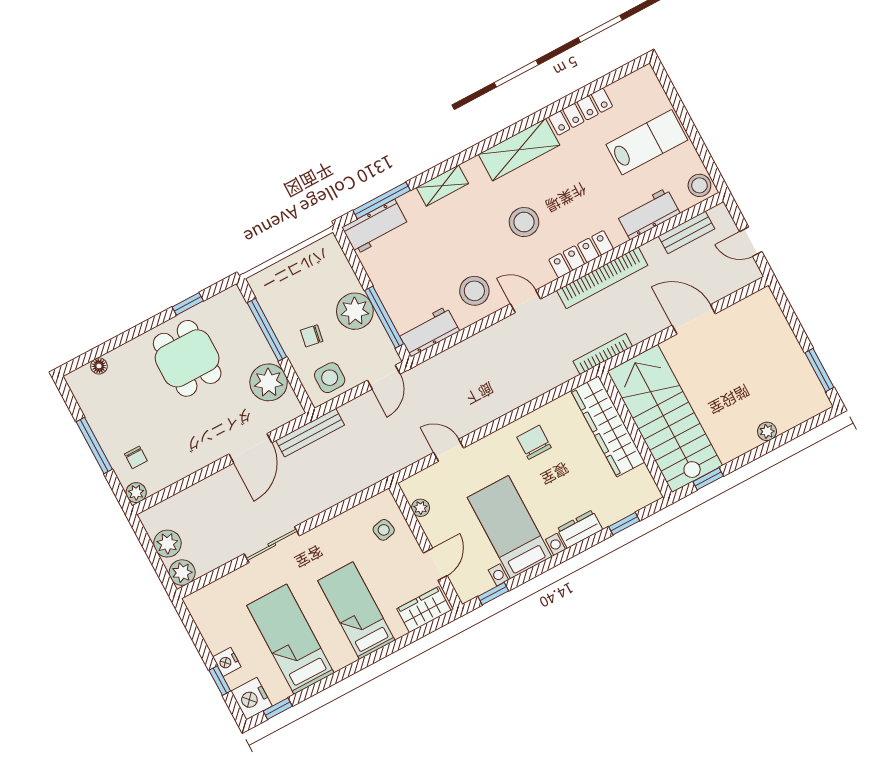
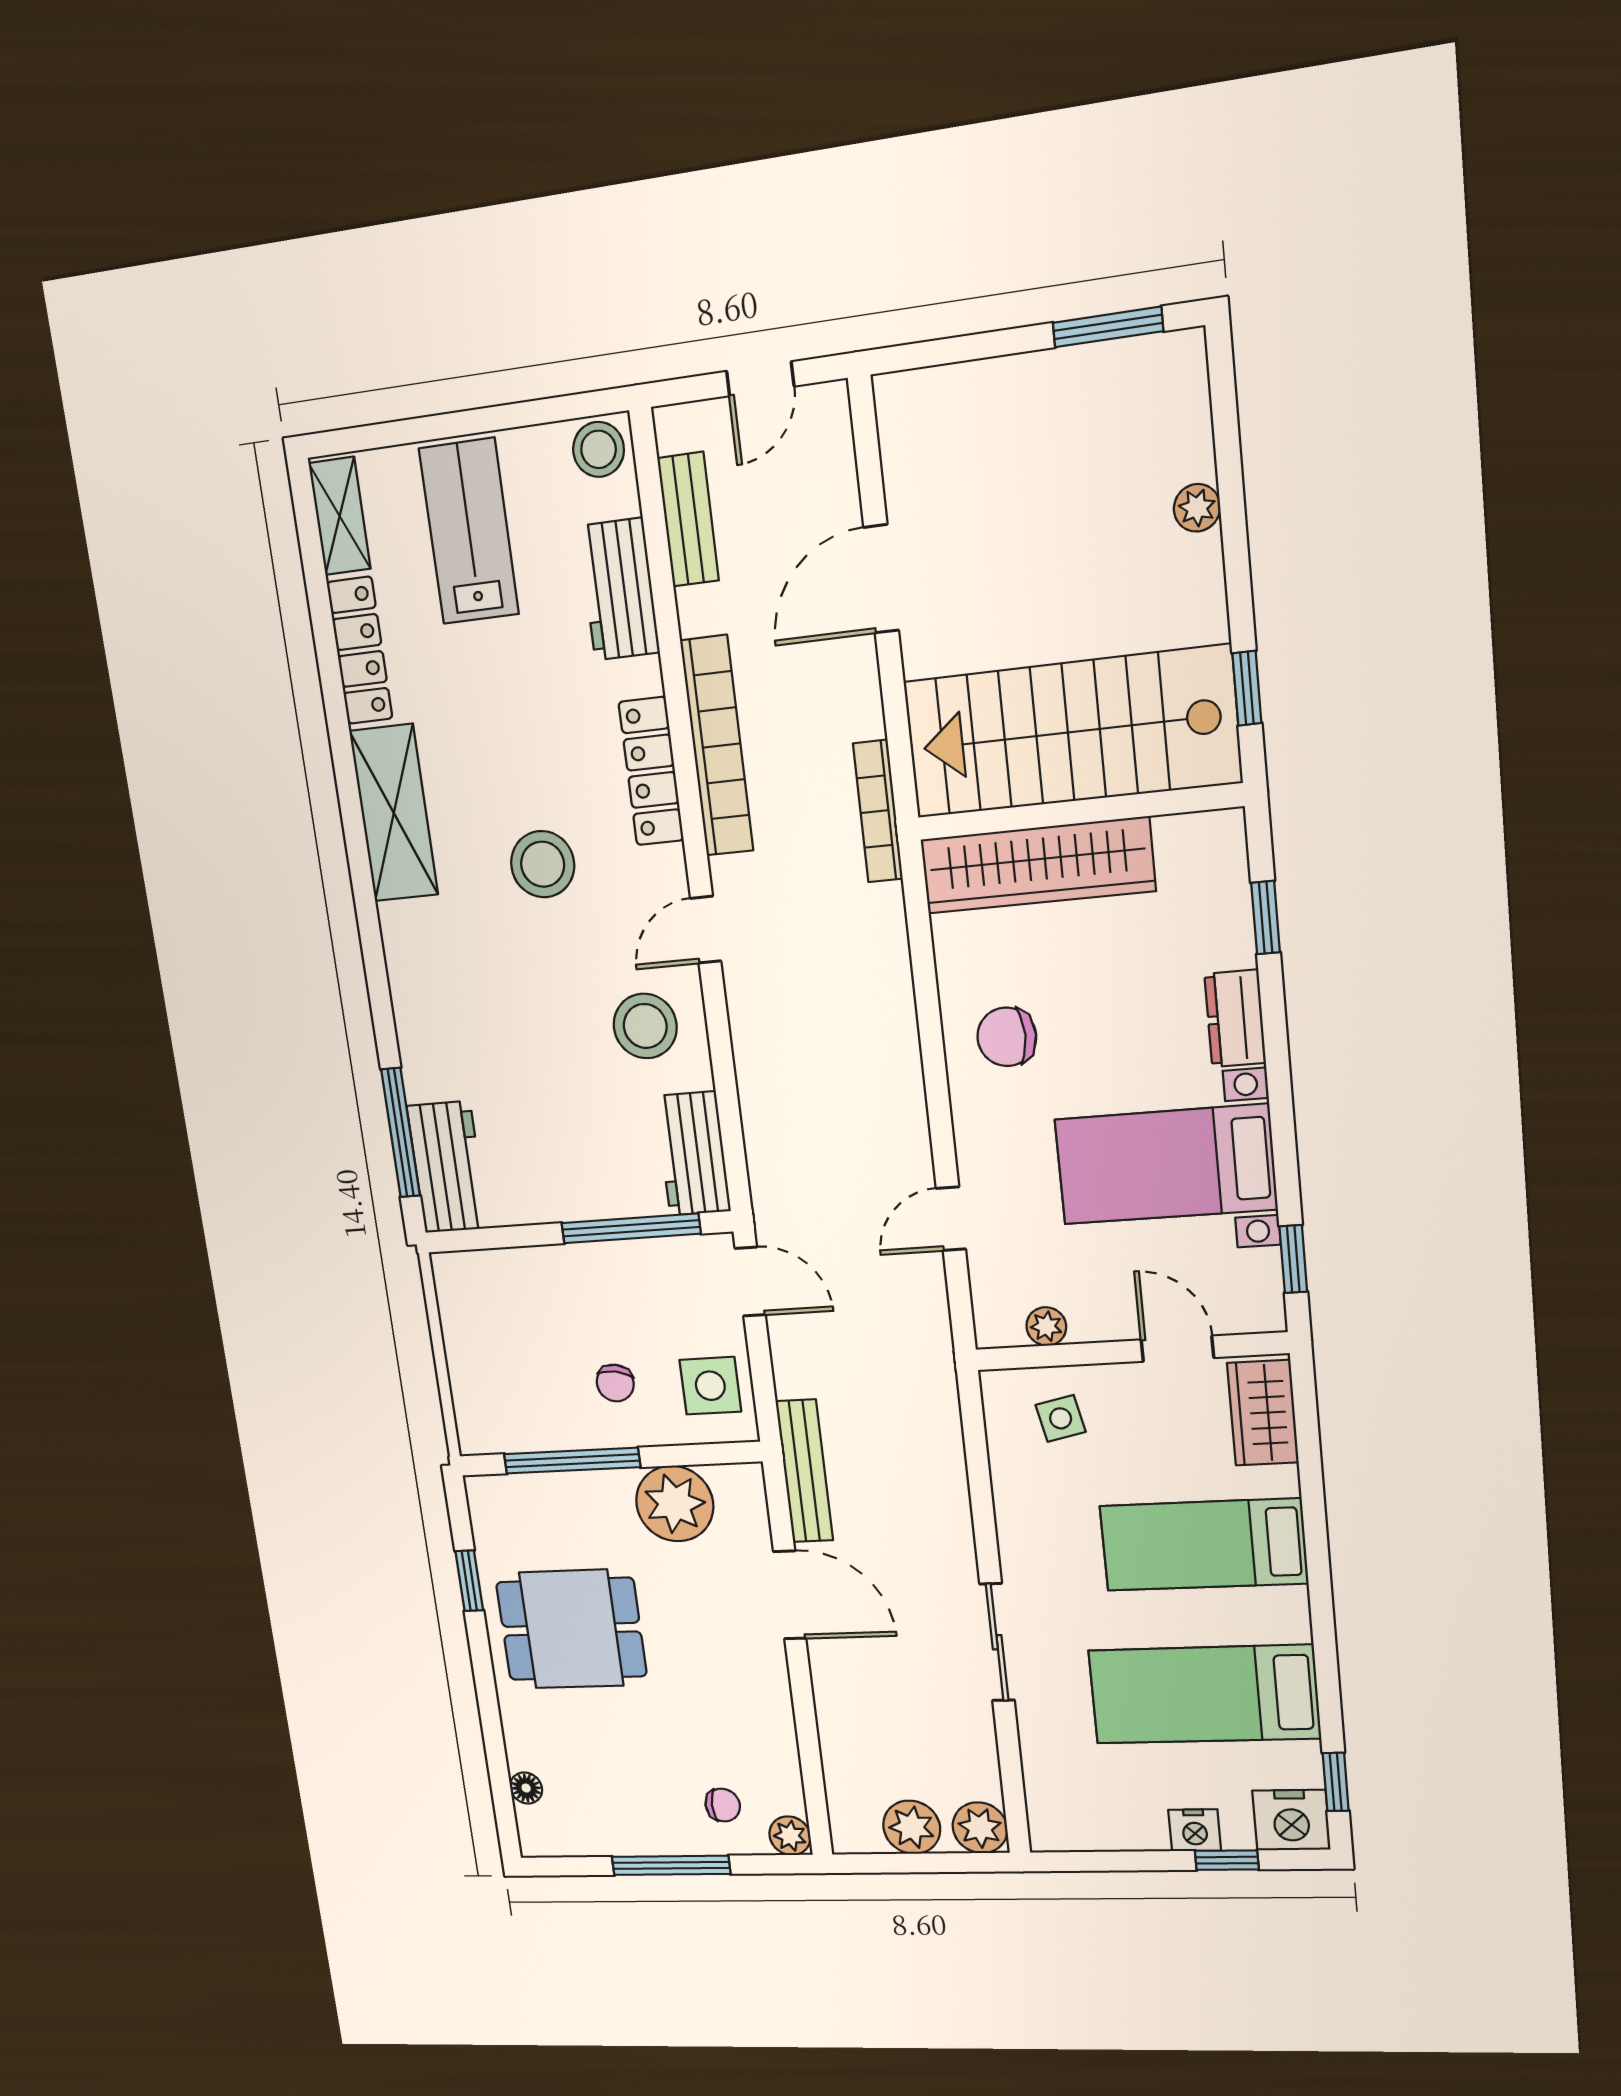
shelving: (442, 186) -> (340, 516), moved
plant: (355, 311) -> (598, 1280), removed

